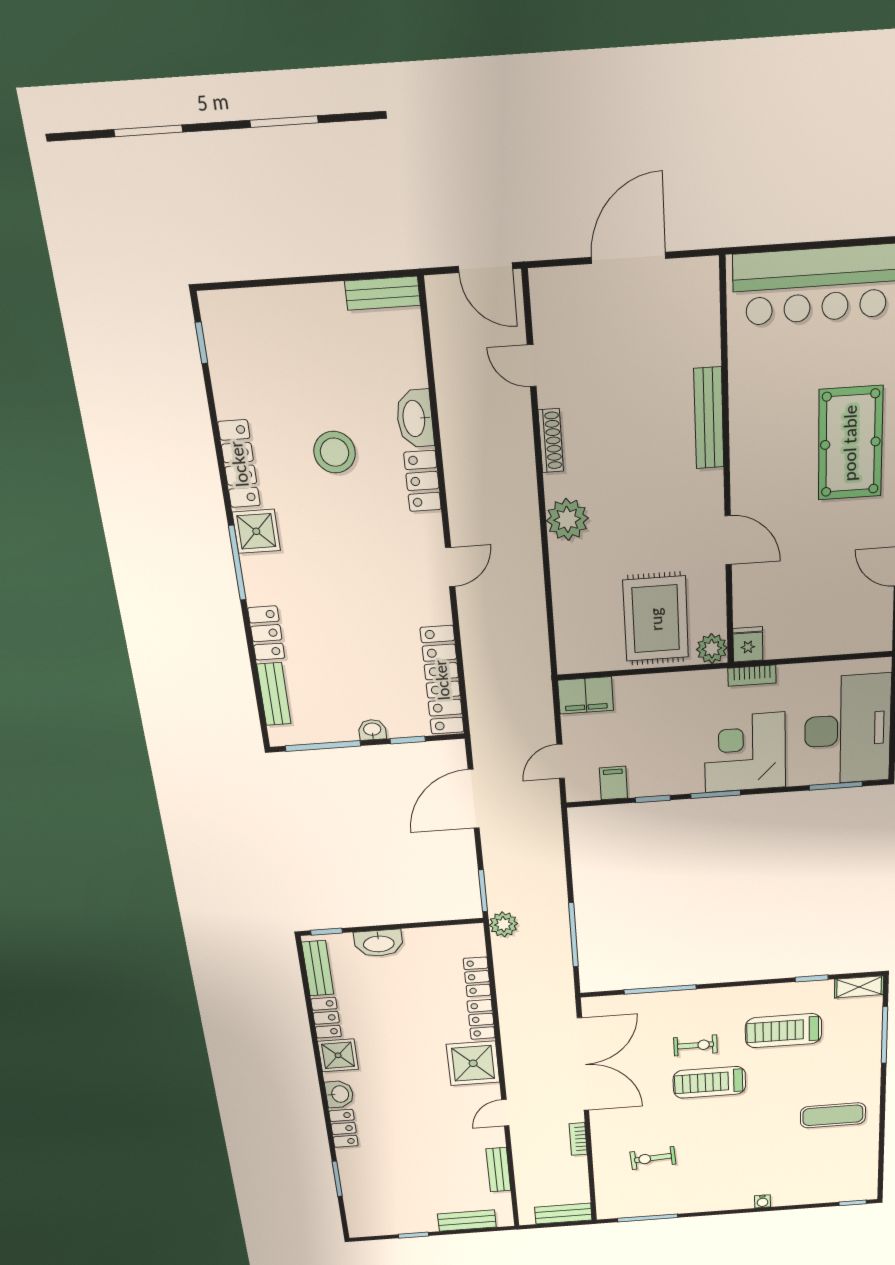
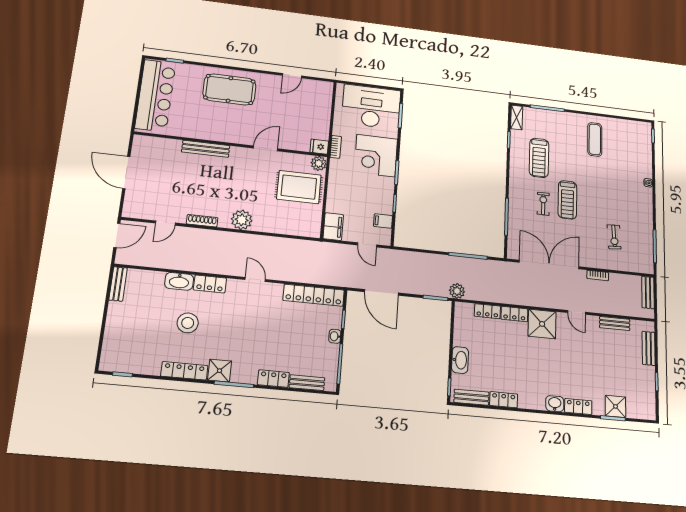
shower: (338, 1055) -> (616, 406), moved

